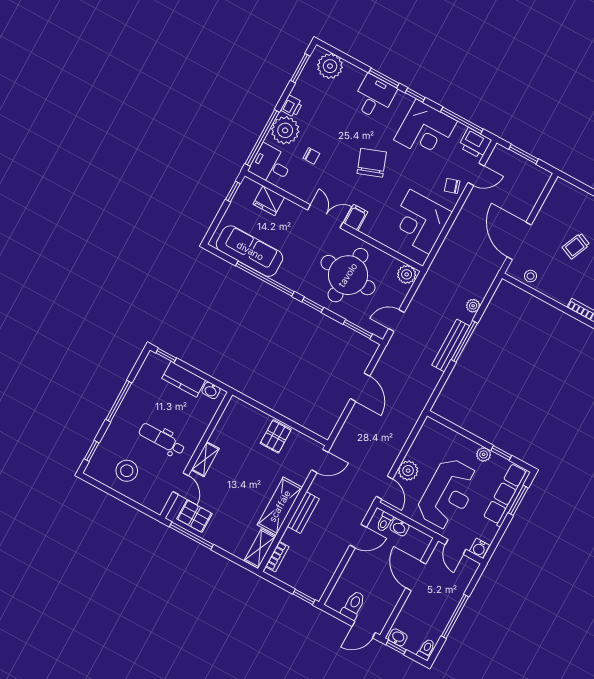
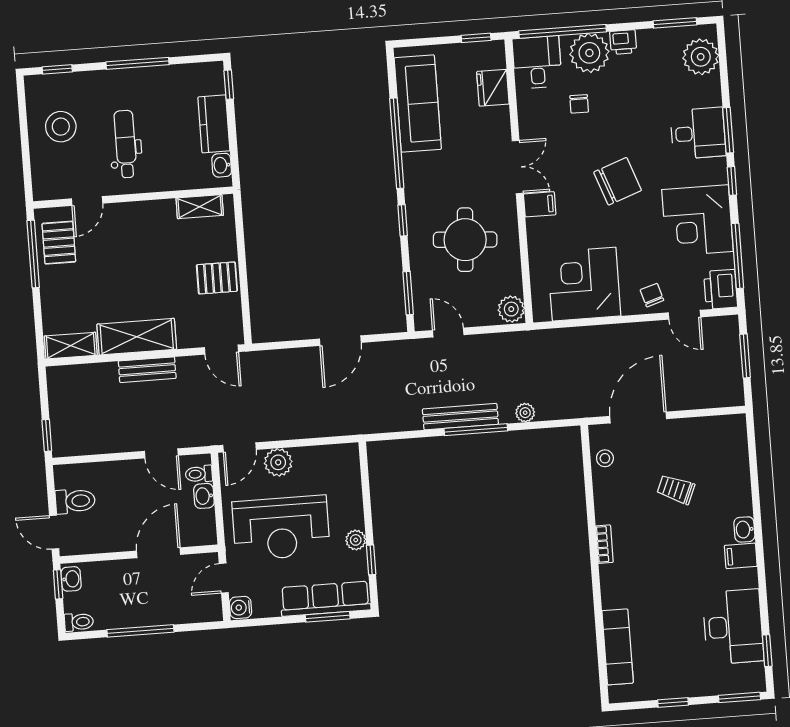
round table: (348, 275) -> (465, 240), width x0.73, depth x0.73
shelving: (205, 459) -> (200, 207), moved
bookcase: (277, 557) -> (74, 373), removed

